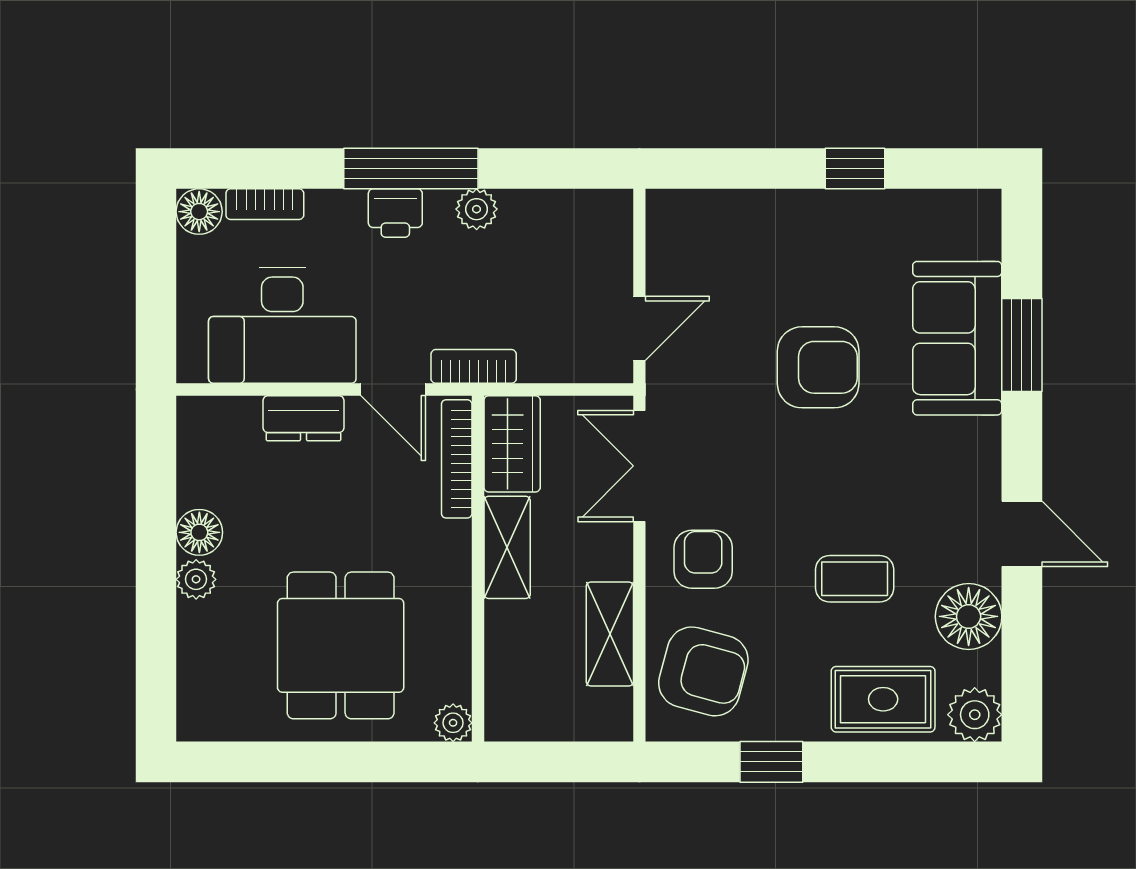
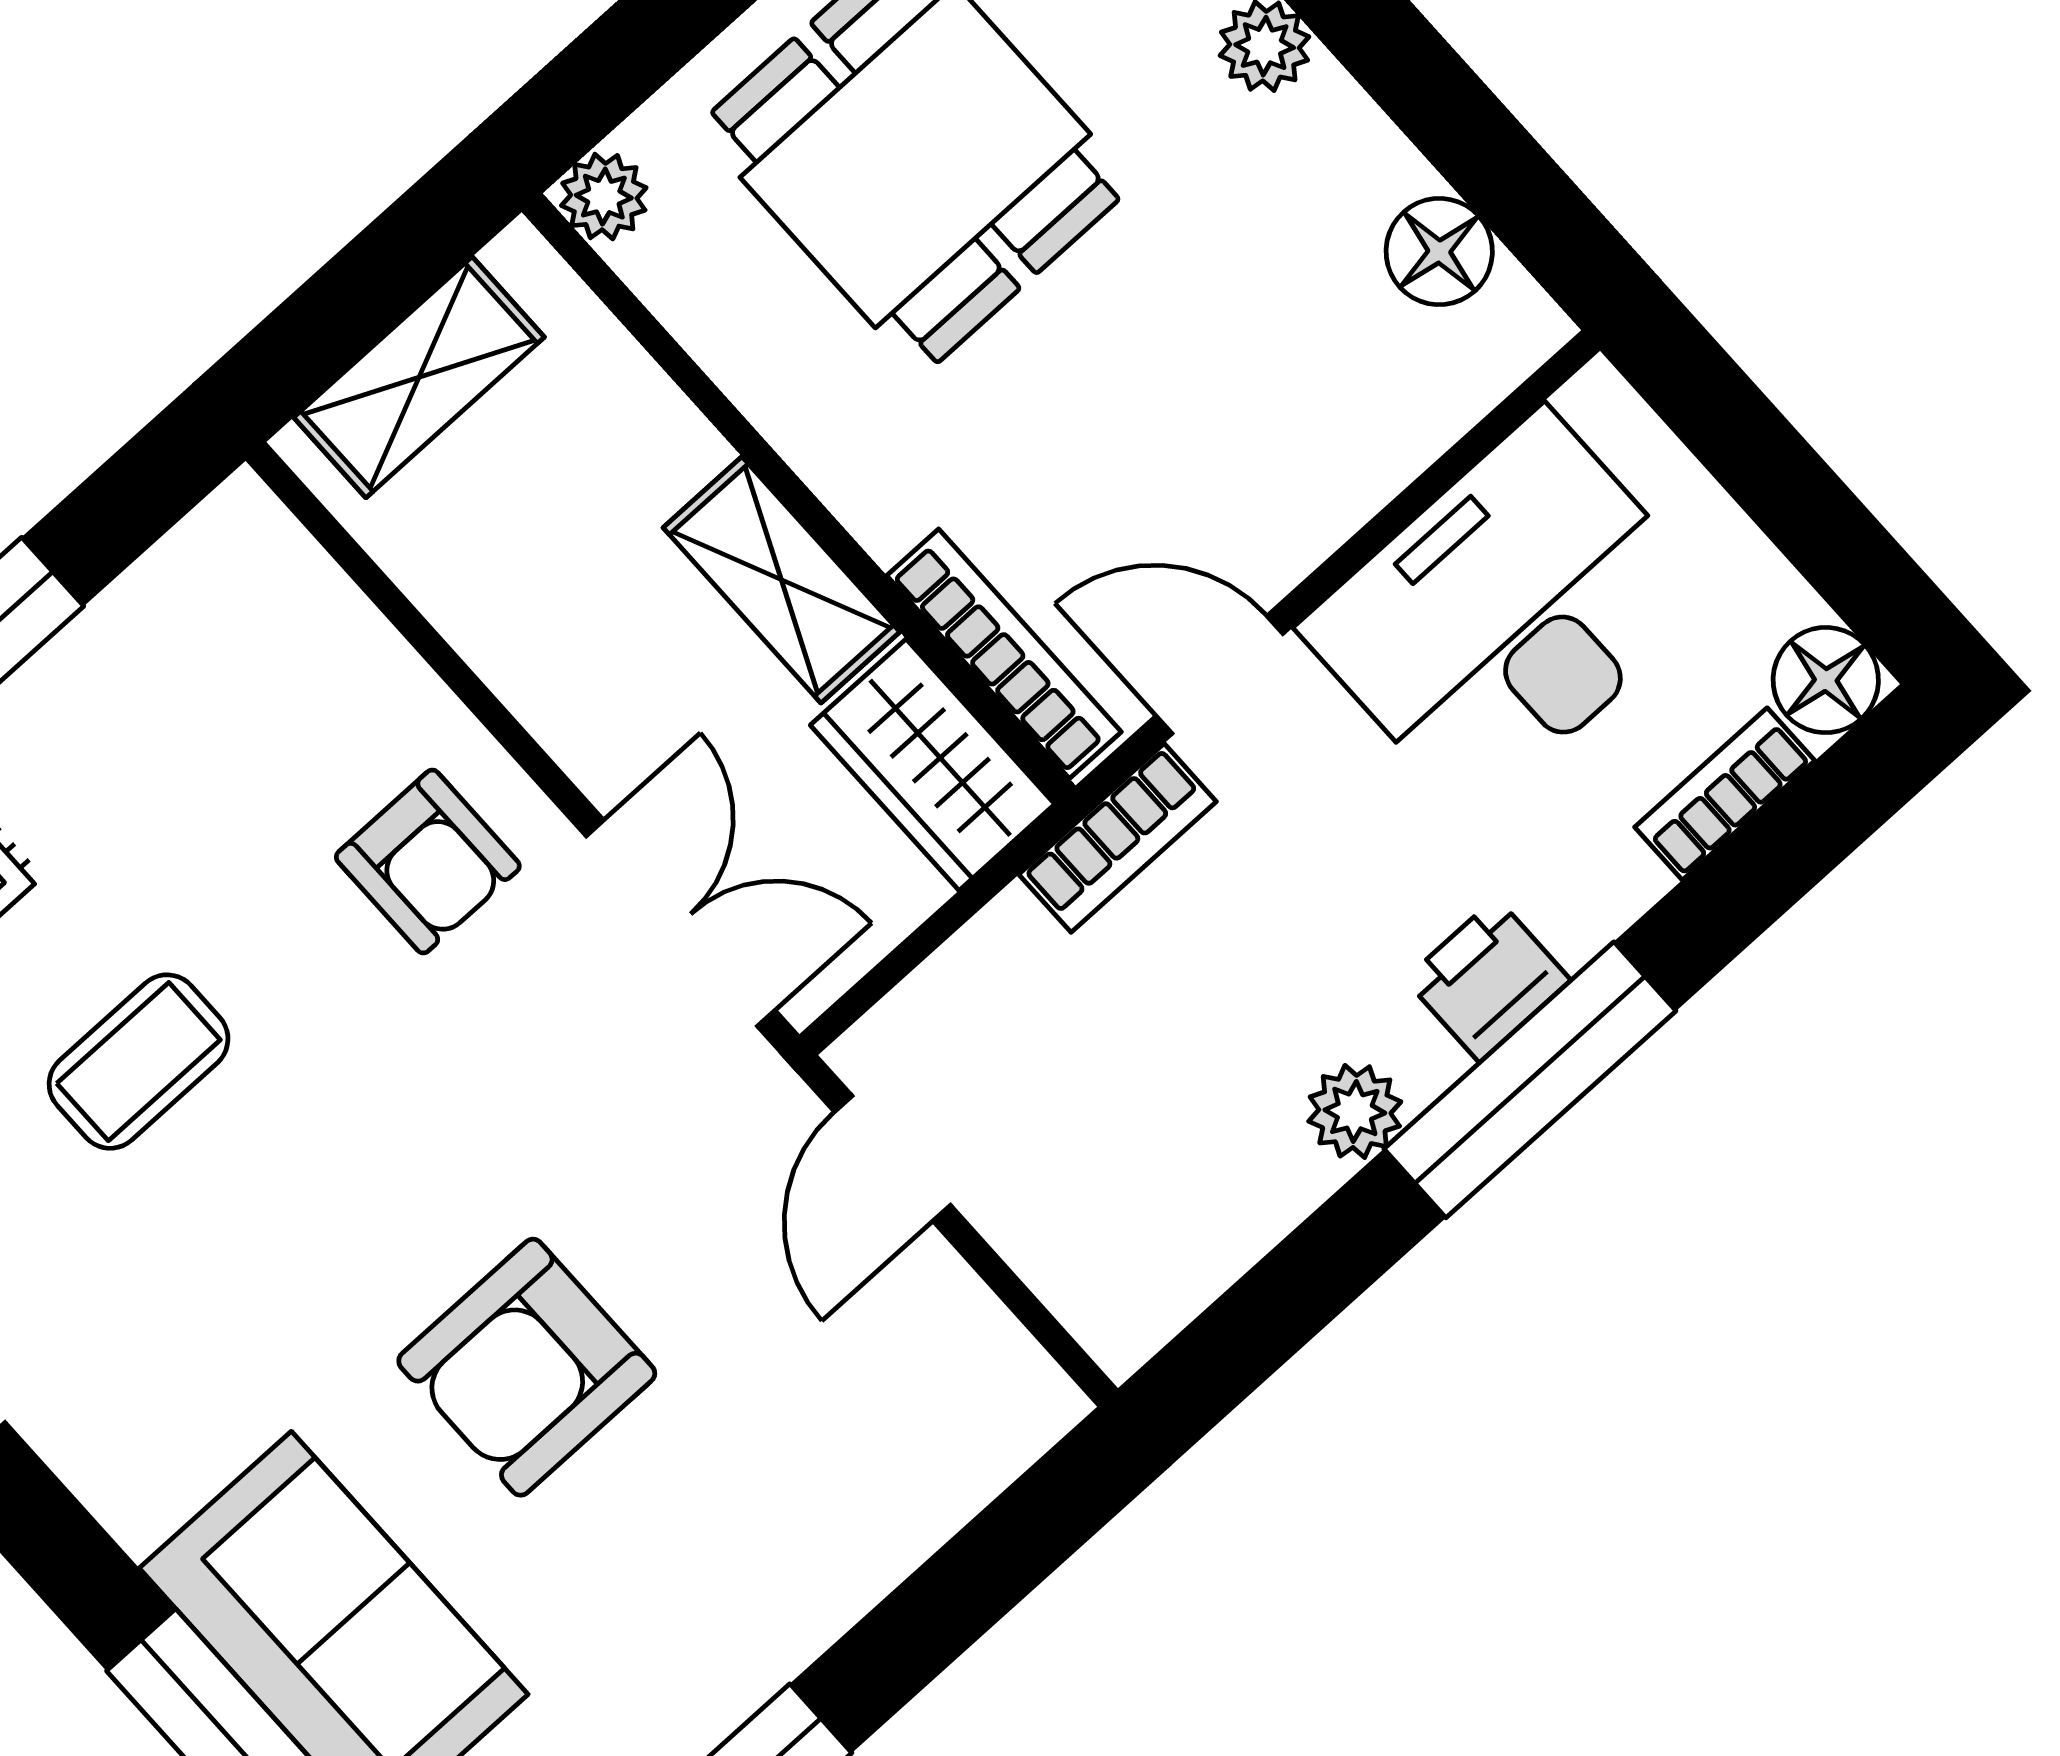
dresser: (303, 418) -> (1329, 487), removed
floor lamp: (199, 532) -> (1439, 252), moved
shelving: (610, 634) -> (419, 377), moved, turned 90
armchair: (703, 671) -> (255, 670), removed

